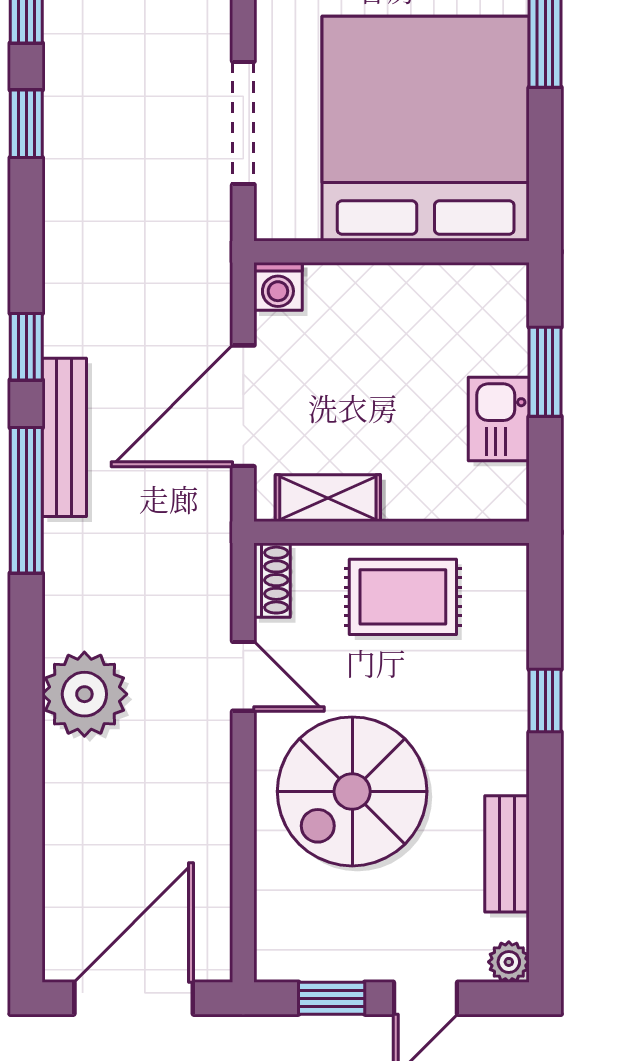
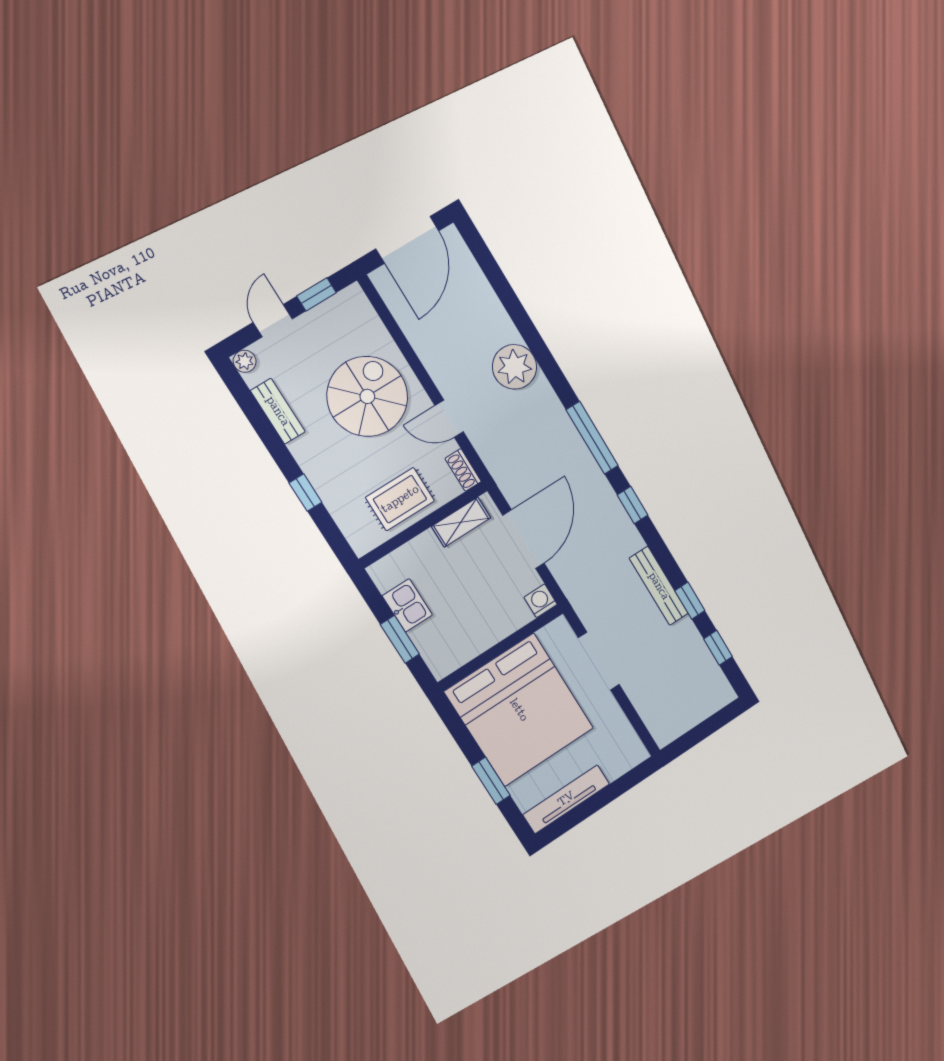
bench: (64, 437) -> (659, 586), moved

